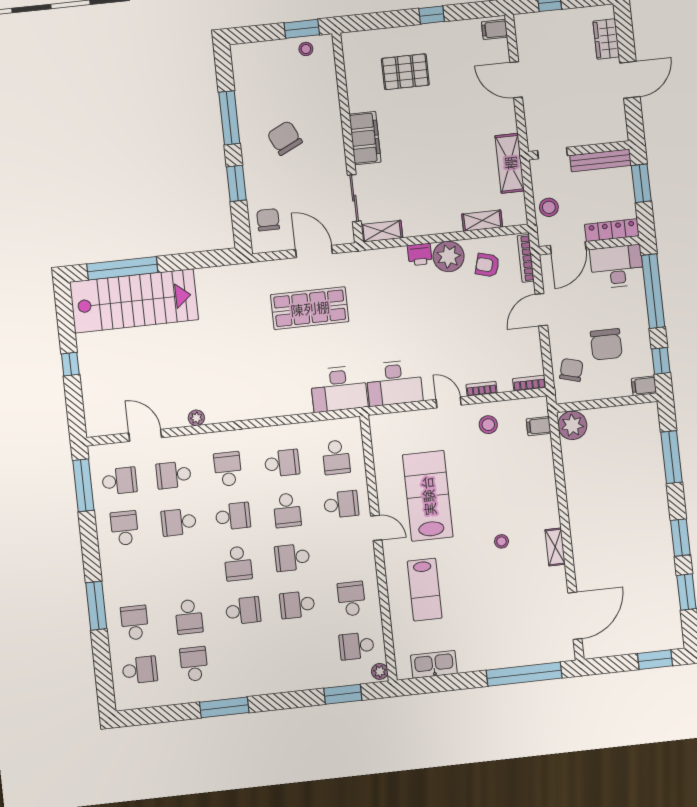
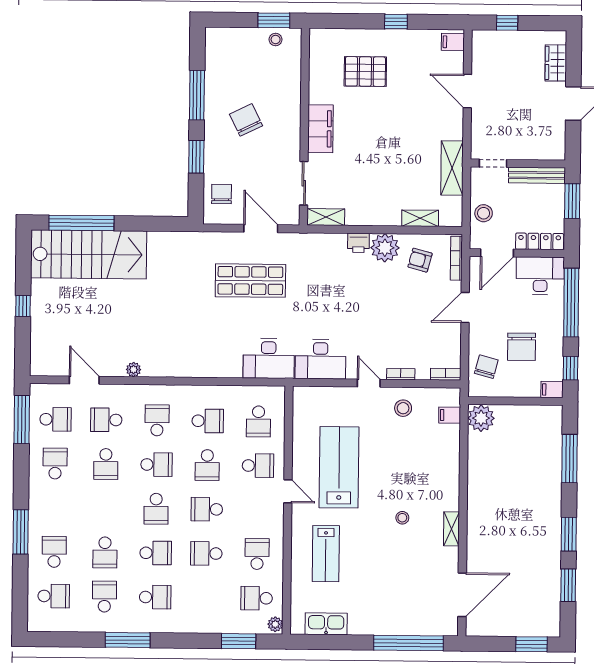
school desk: (179, 522) -> (106, 464), turned -90
school desk: (248, 658) -> (155, 597), added

